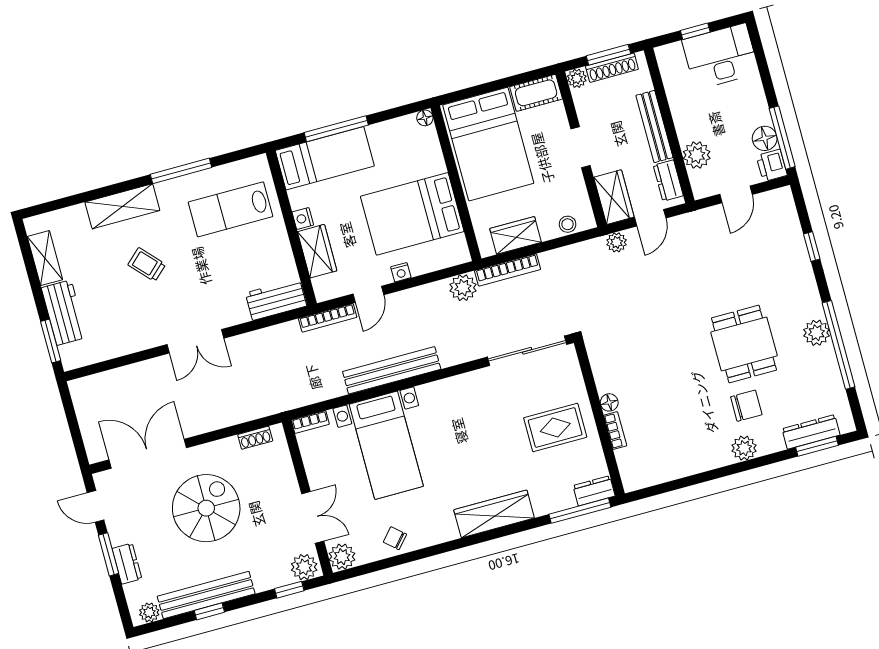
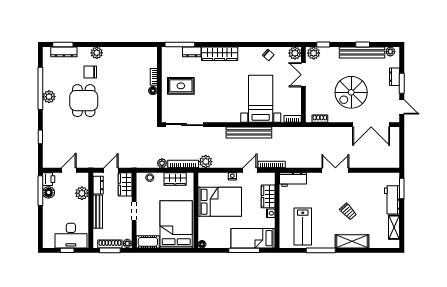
desk: (721, 56) -> (71, 236), moved
lab bench: (231, 209) -> (303, 226), turned 90
plant: (617, 242) -> (162, 163), moved
dresser: (594, 491) -> (192, 52), moved

